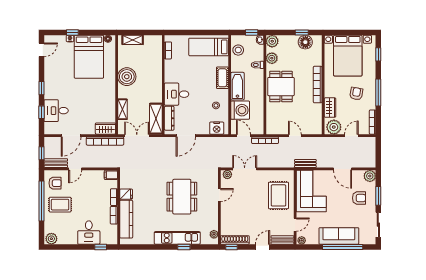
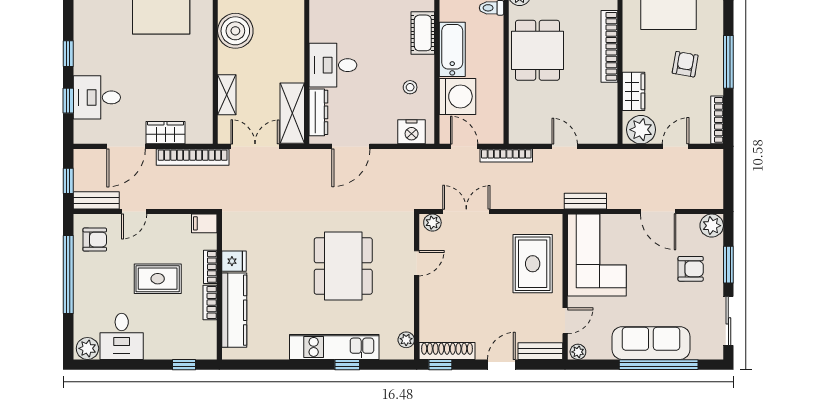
wardrobe: (105, 129) -> (166, 133), moved
rug: (60, 205) -> (158, 279), moved
desk: (89, 233) -> (122, 336), moved

